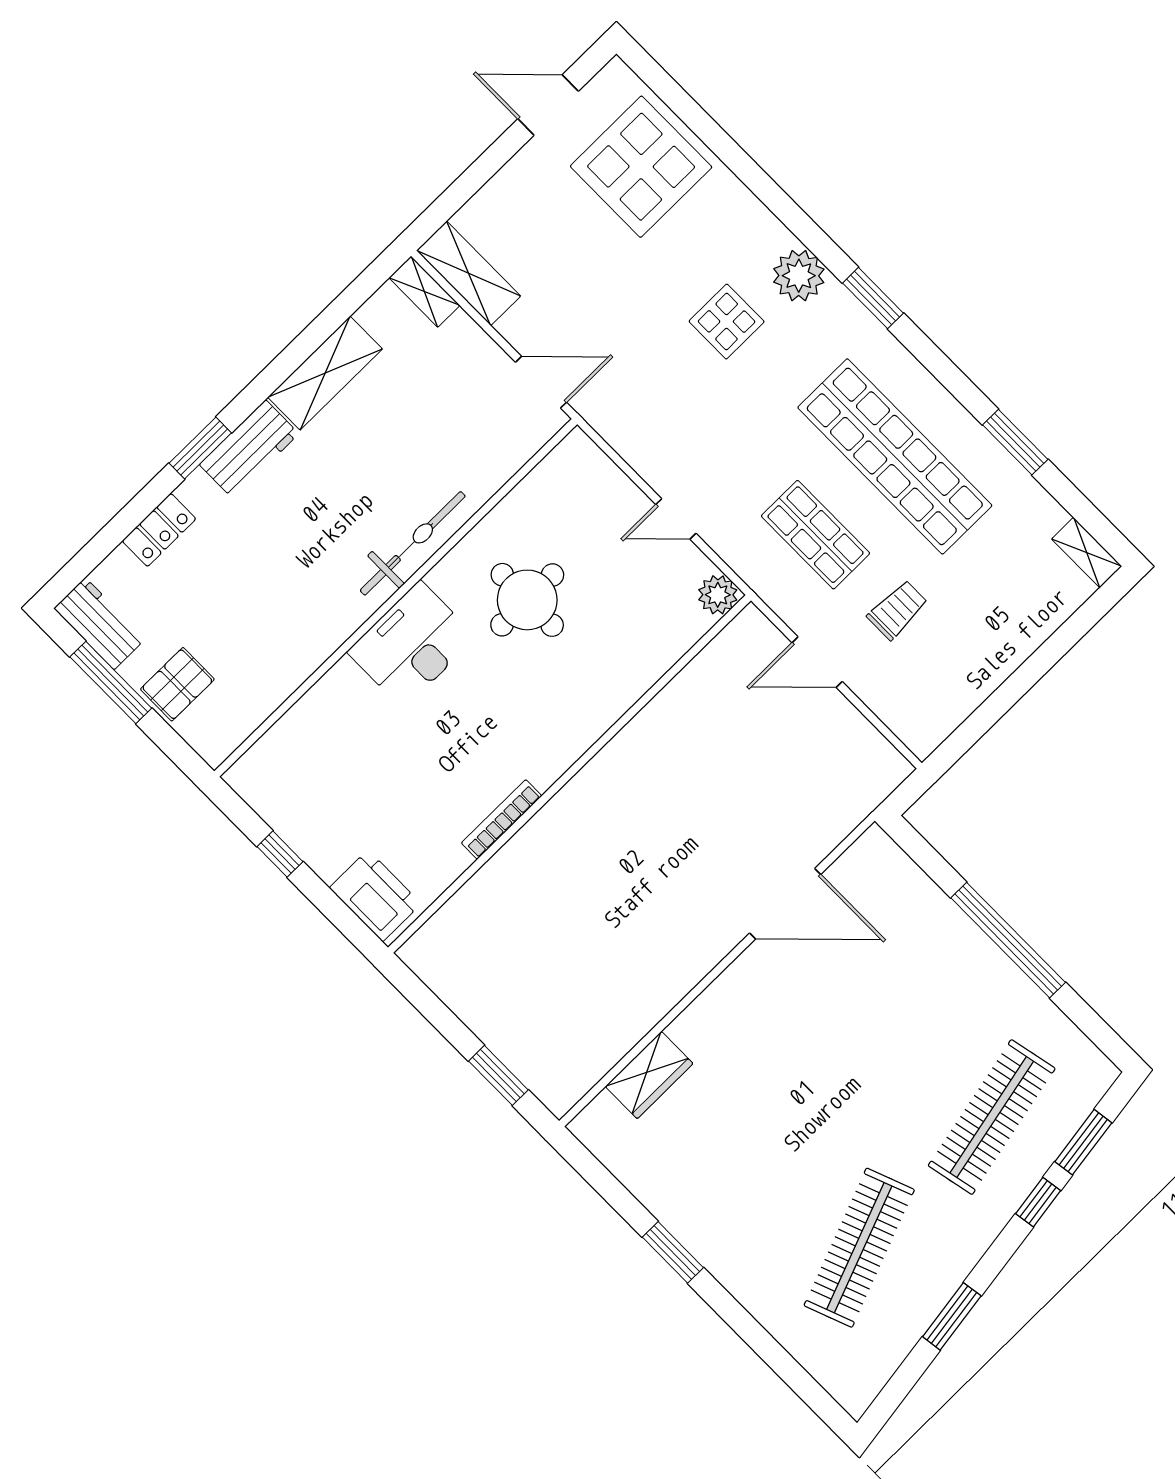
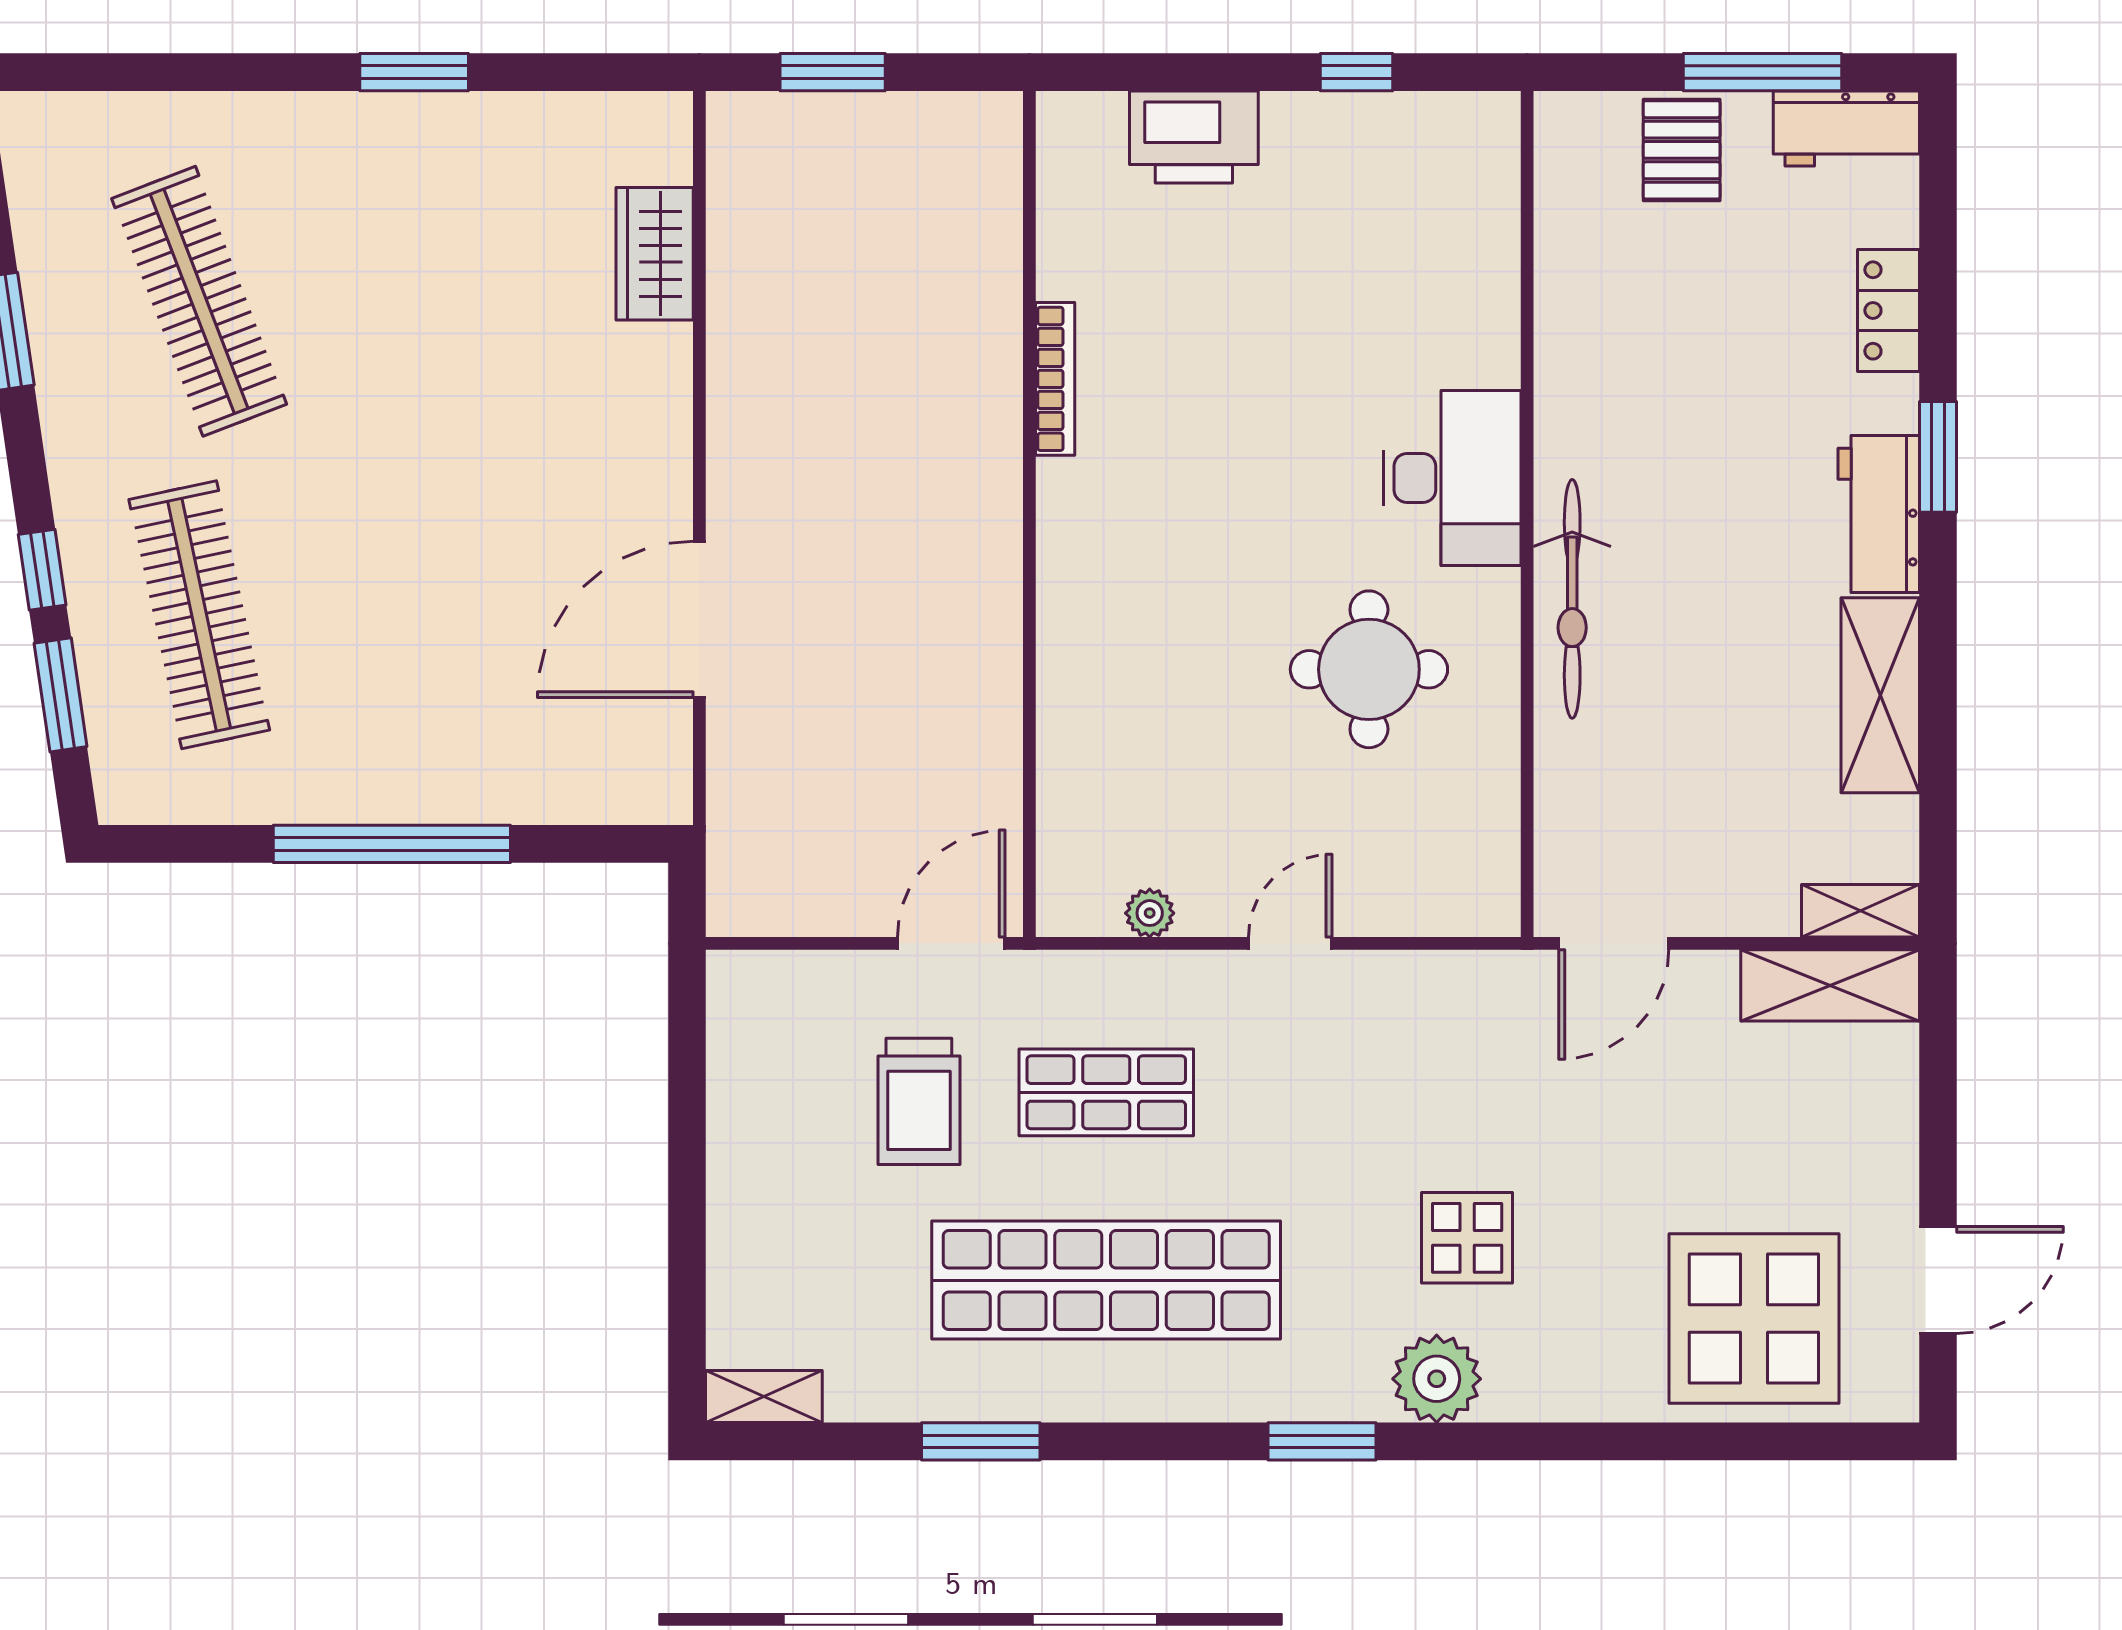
plant: (718, 595) -> (1150, 913), width x0.73, depth x0.73
trolley: (897, 610) -> (919, 1101), width x1.36, depth x1.39
wall: (569, 774) -> (1029, 514), moved
bookcase: (502, 819) -> (1055, 379), moved

